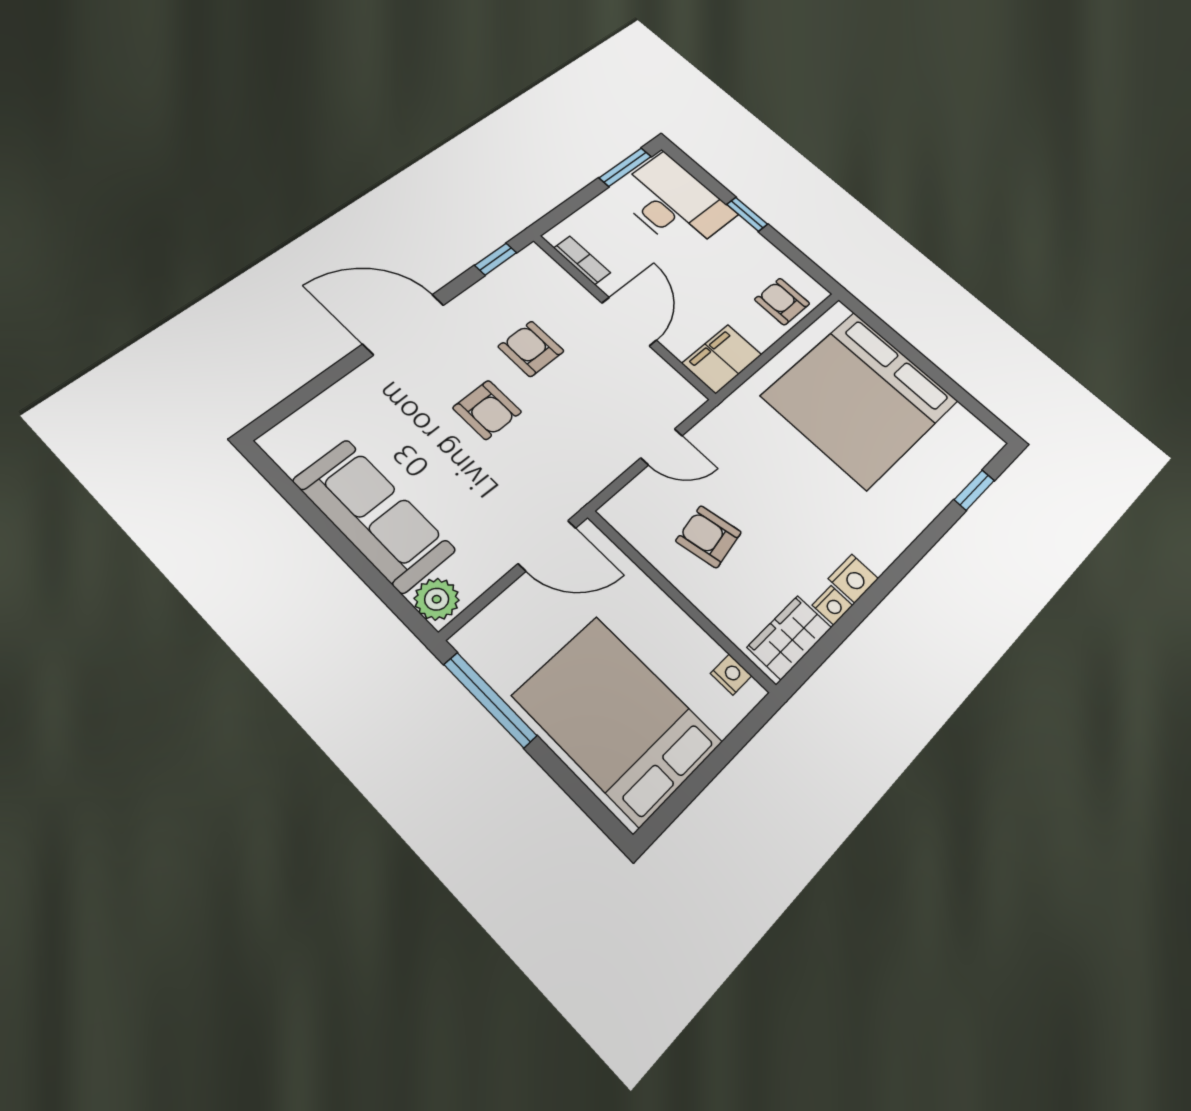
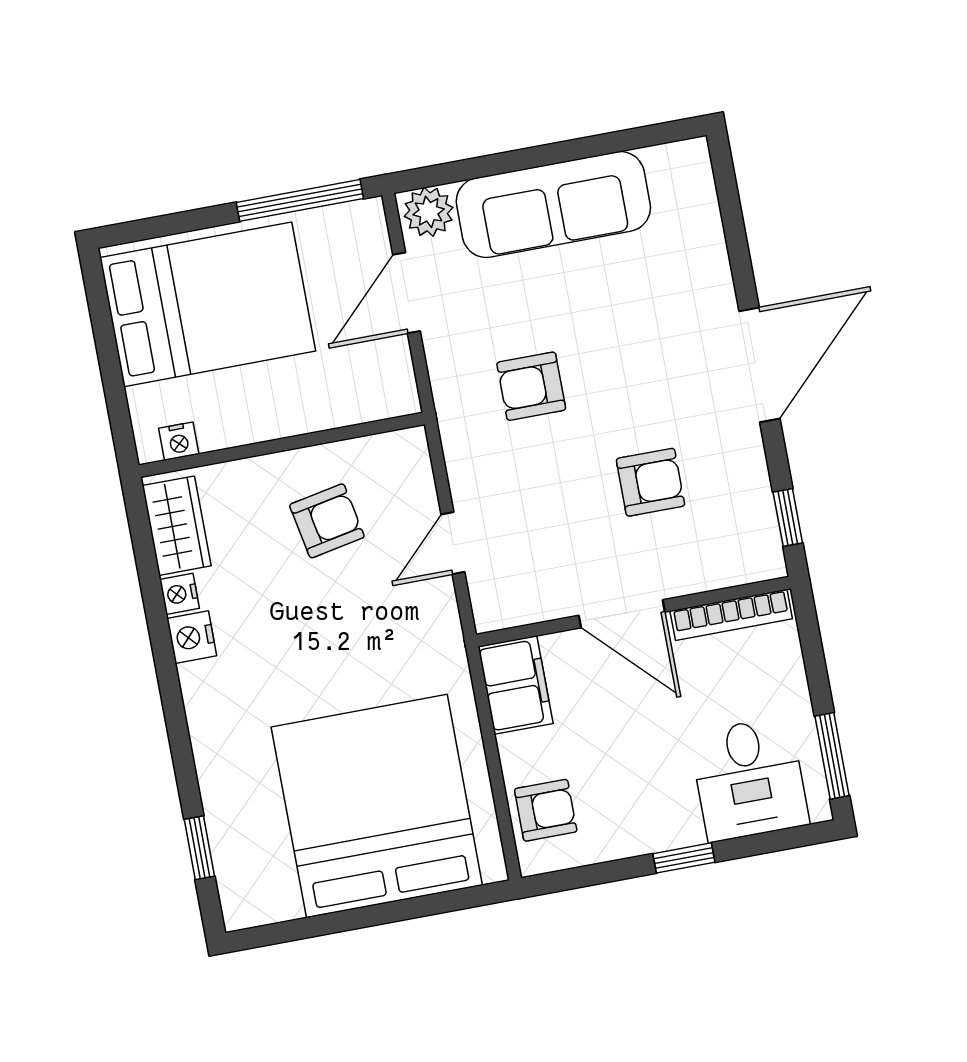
desk: (674, 203) -> (749, 779), width x0.73
bookcase: (582, 260) -> (731, 615), width x1.56
armchair: (487, 410) -> (531, 386), moved
door: (547, 546) -> (407, 293), moved

